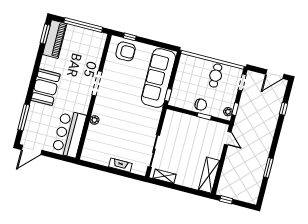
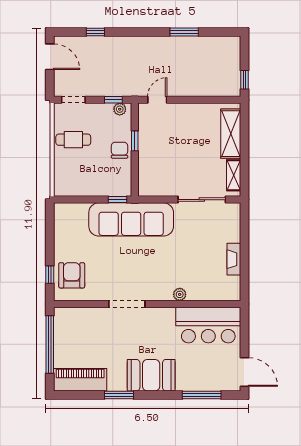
window: (45, 34) -> (119, 395), moved
sofa: (158, 78) -> (131, 219), moved
fireplace: (120, 165) -> (234, 259), moved
shelving: (209, 175) -> (231, 134), moved, turned 90

